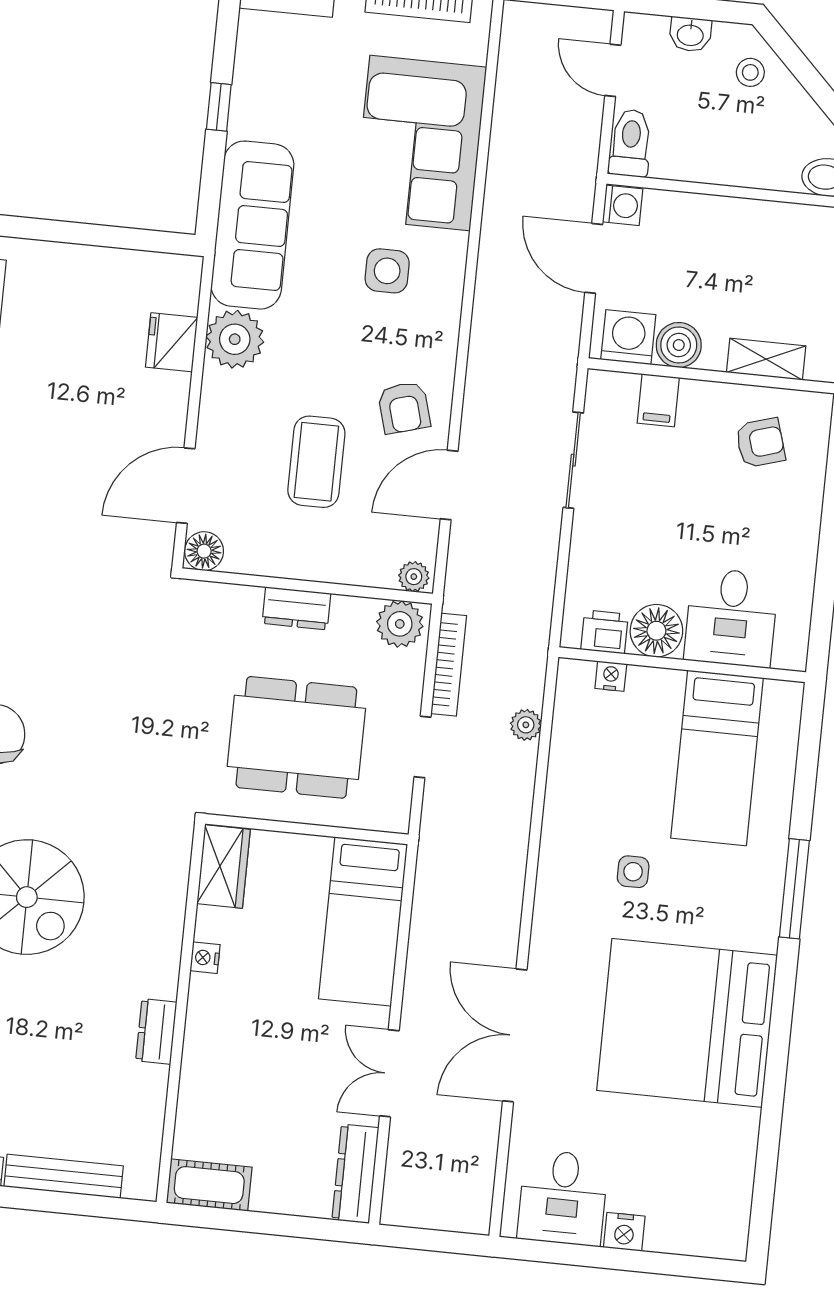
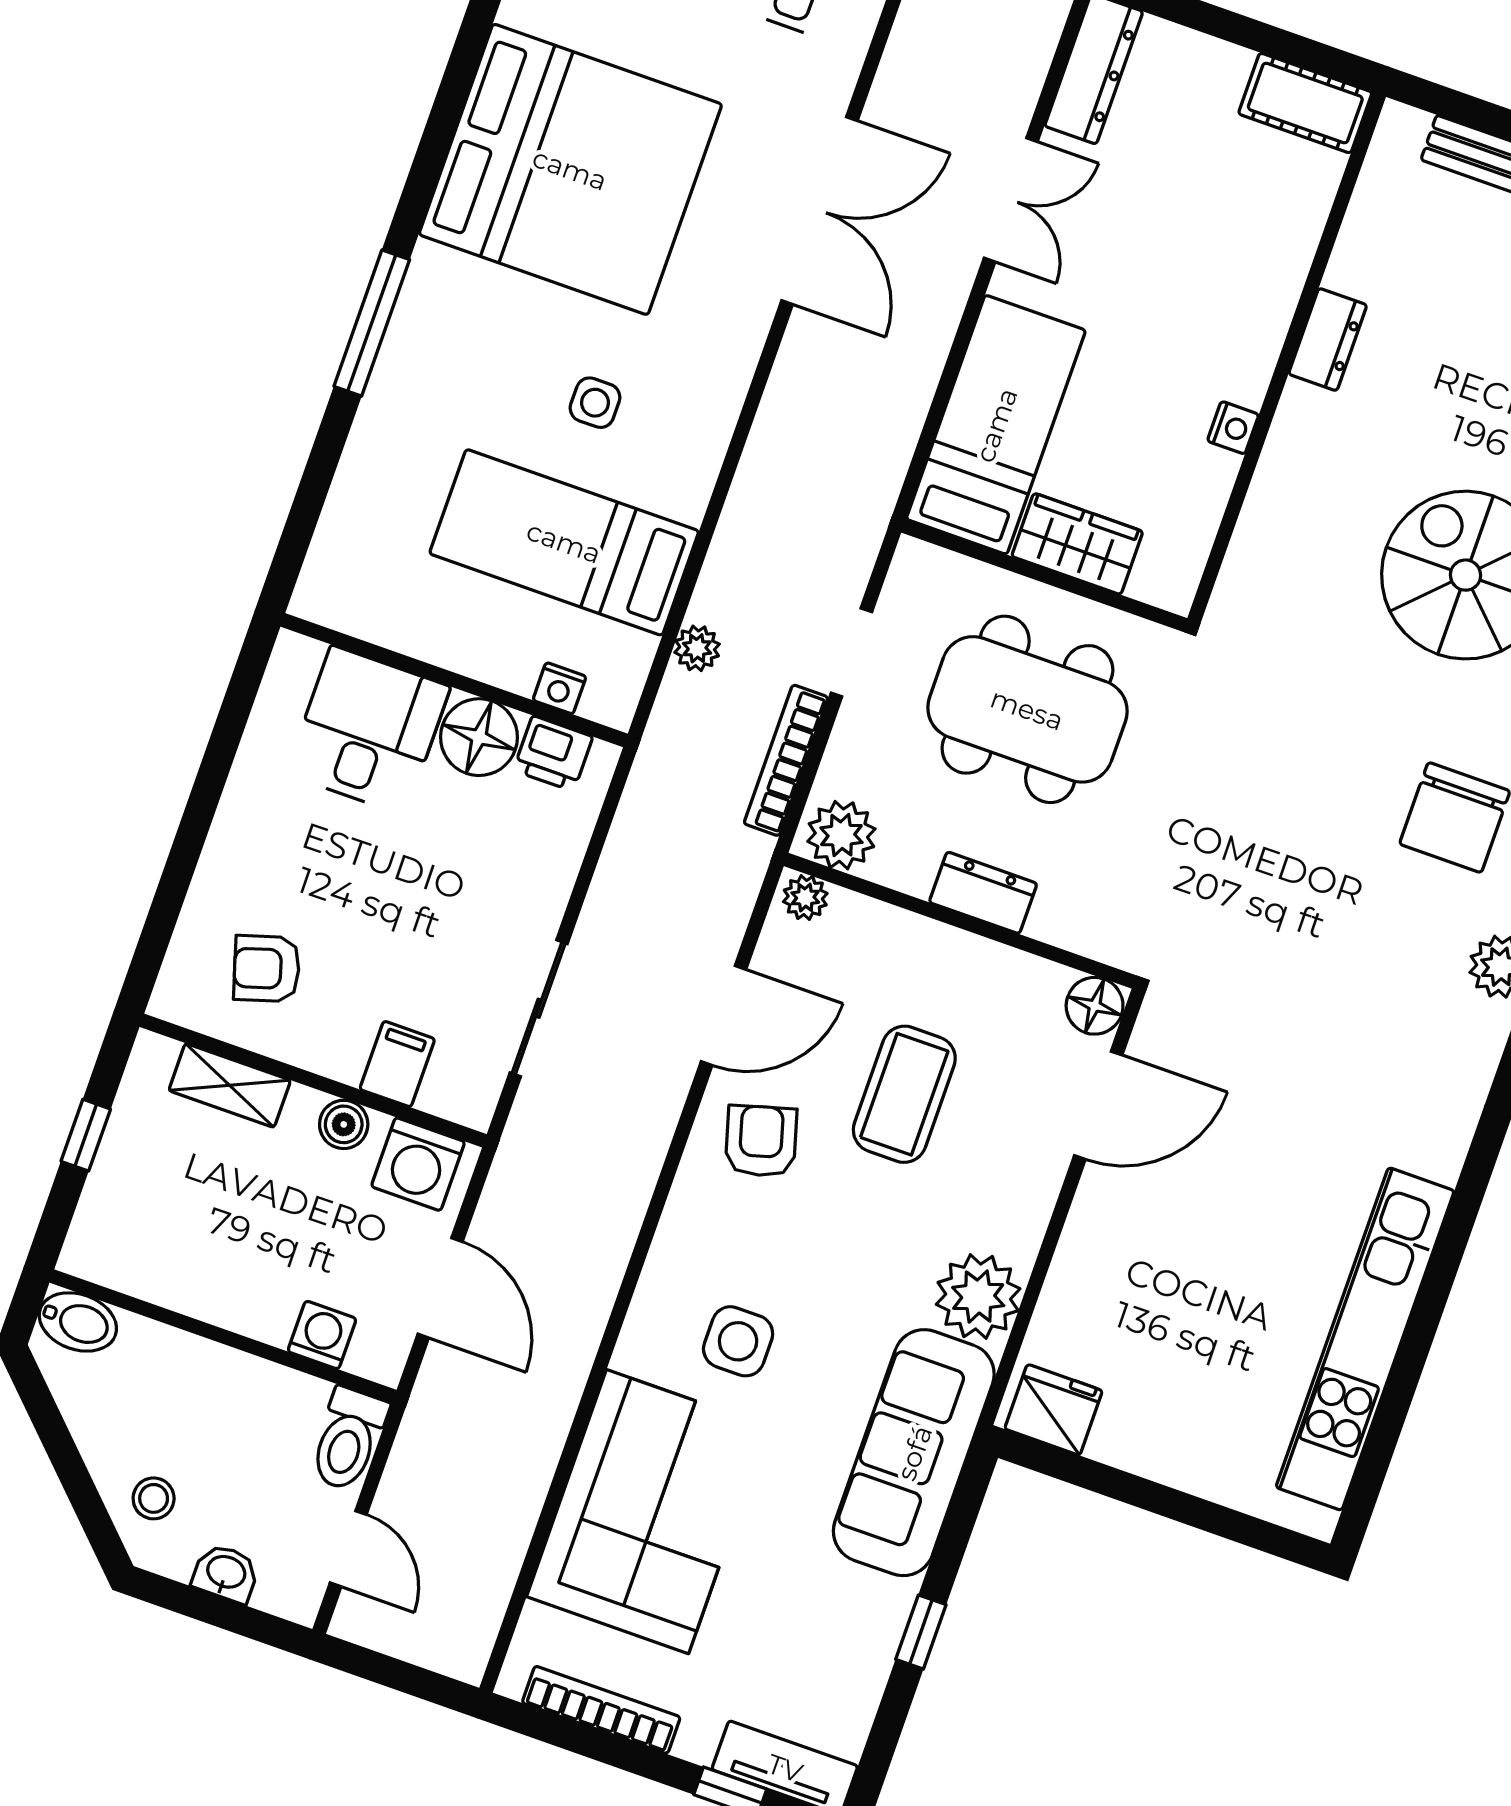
washing machine: (623, 205) -> (322, 1335), moved, turned 90
fridge: (172, 342) -> (1054, 1410), moved, turned -90
boiler: (679, 345) -> (344, 1124), width x0.73, depth x0.73
bed: (717, 758) -> (564, 542), moved, turned -90
wardrobe: (224, 867) -> (1077, 544), moved, turned 90

